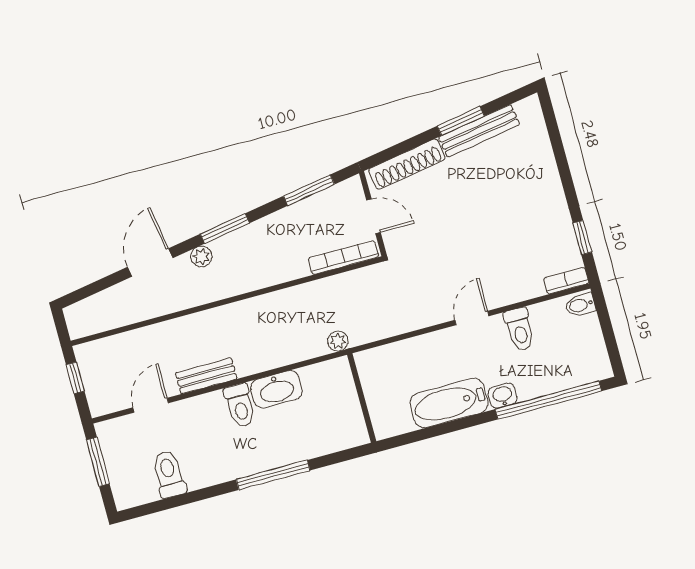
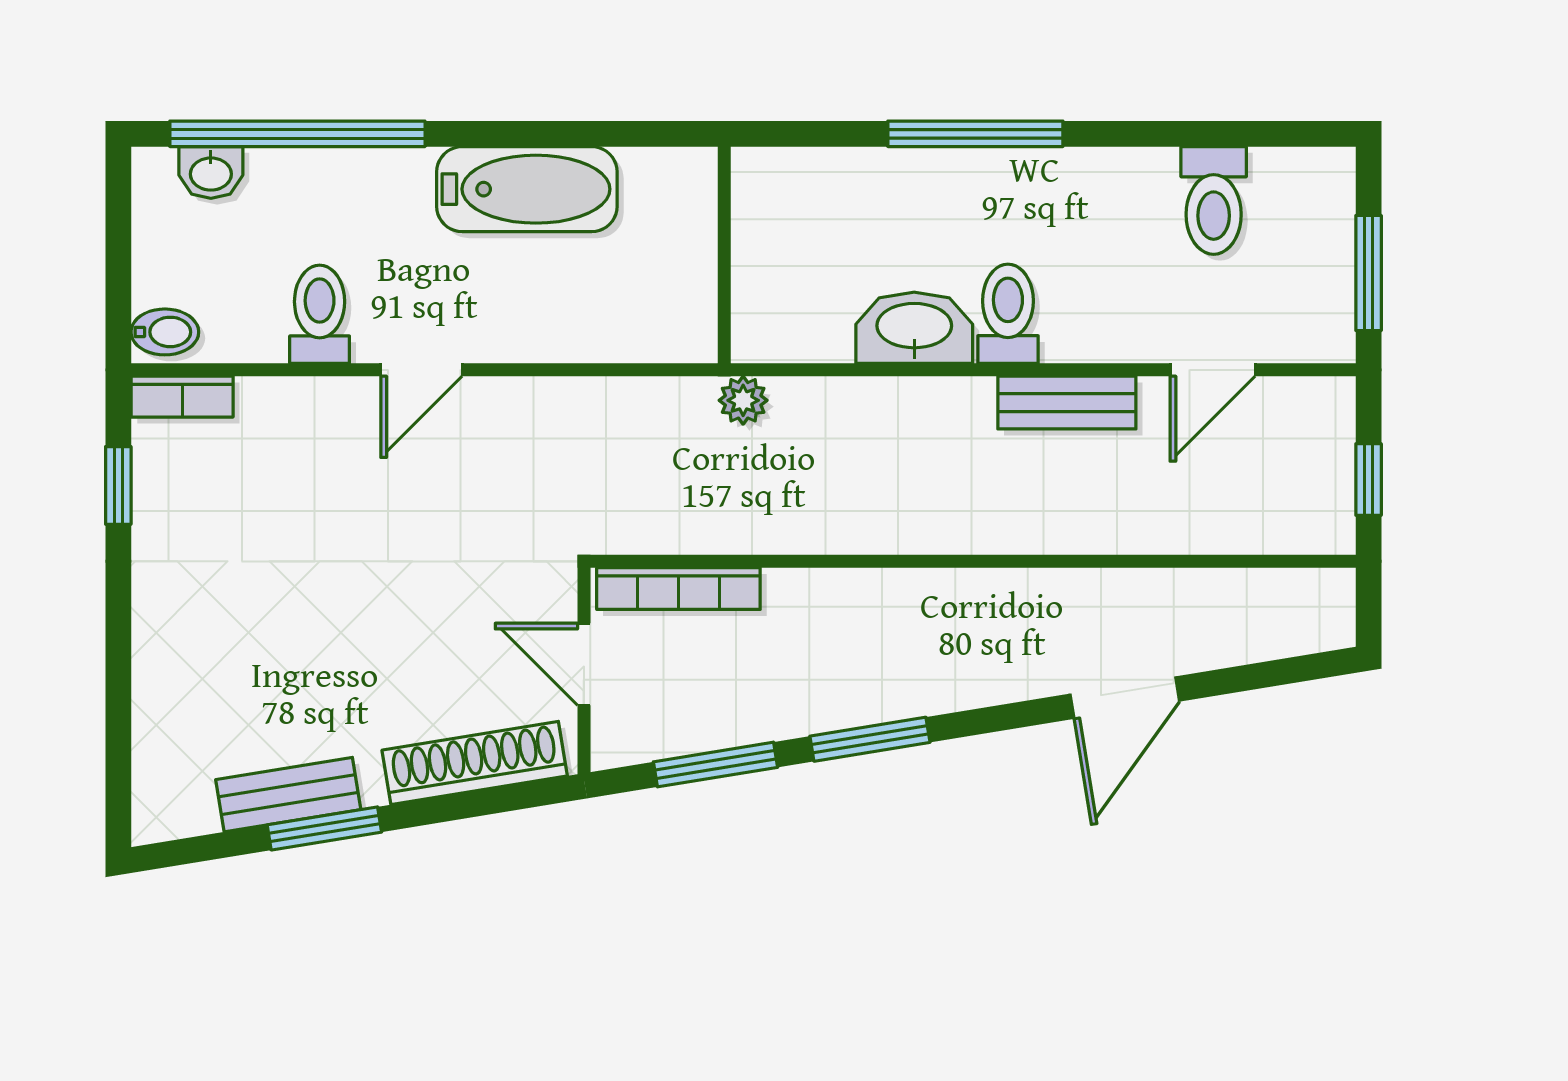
bench: (479, 131) -> (288, 795), width x0.73
window: (225, 228) -> (870, 739), moved
plant: (201, 256) -> (1003, 679), removed
washbasin: (503, 396) -> (211, 172), moved

